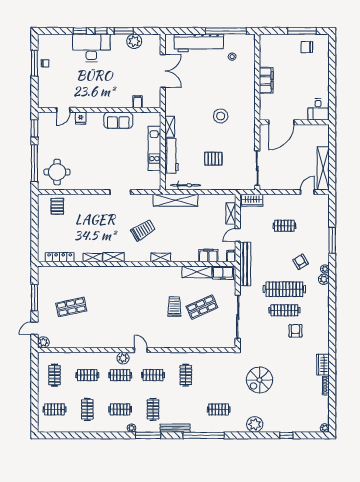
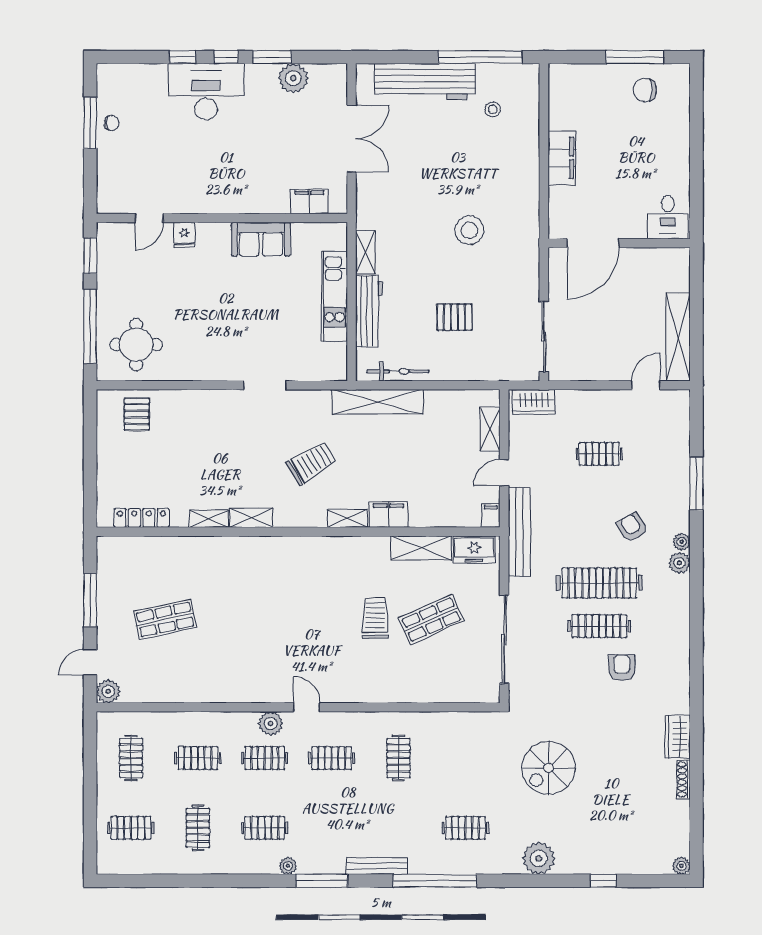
filing cabinet: (138, 102) -> (309, 201), width x2.00
filing cabinet: (208, 256) -> (388, 515), moved
clothes rail: (153, 409) -> (332, 828), removed

